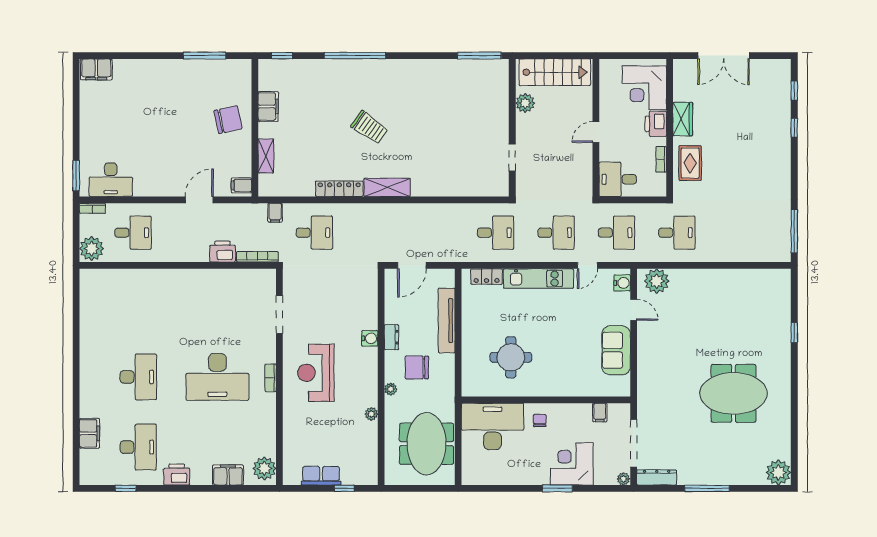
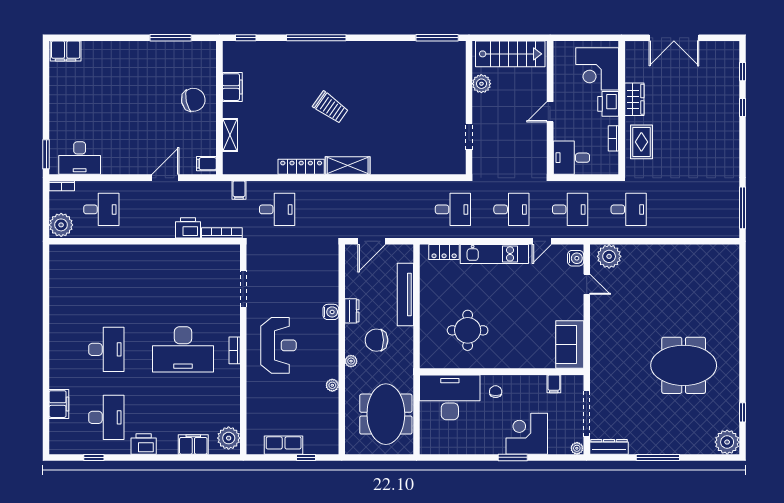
window: (794, 333) -> (743, 412), moved
sofa: (616, 350) -> (570, 345), moved
reception desk: (316, 373) -> (278, 345), turned 180

